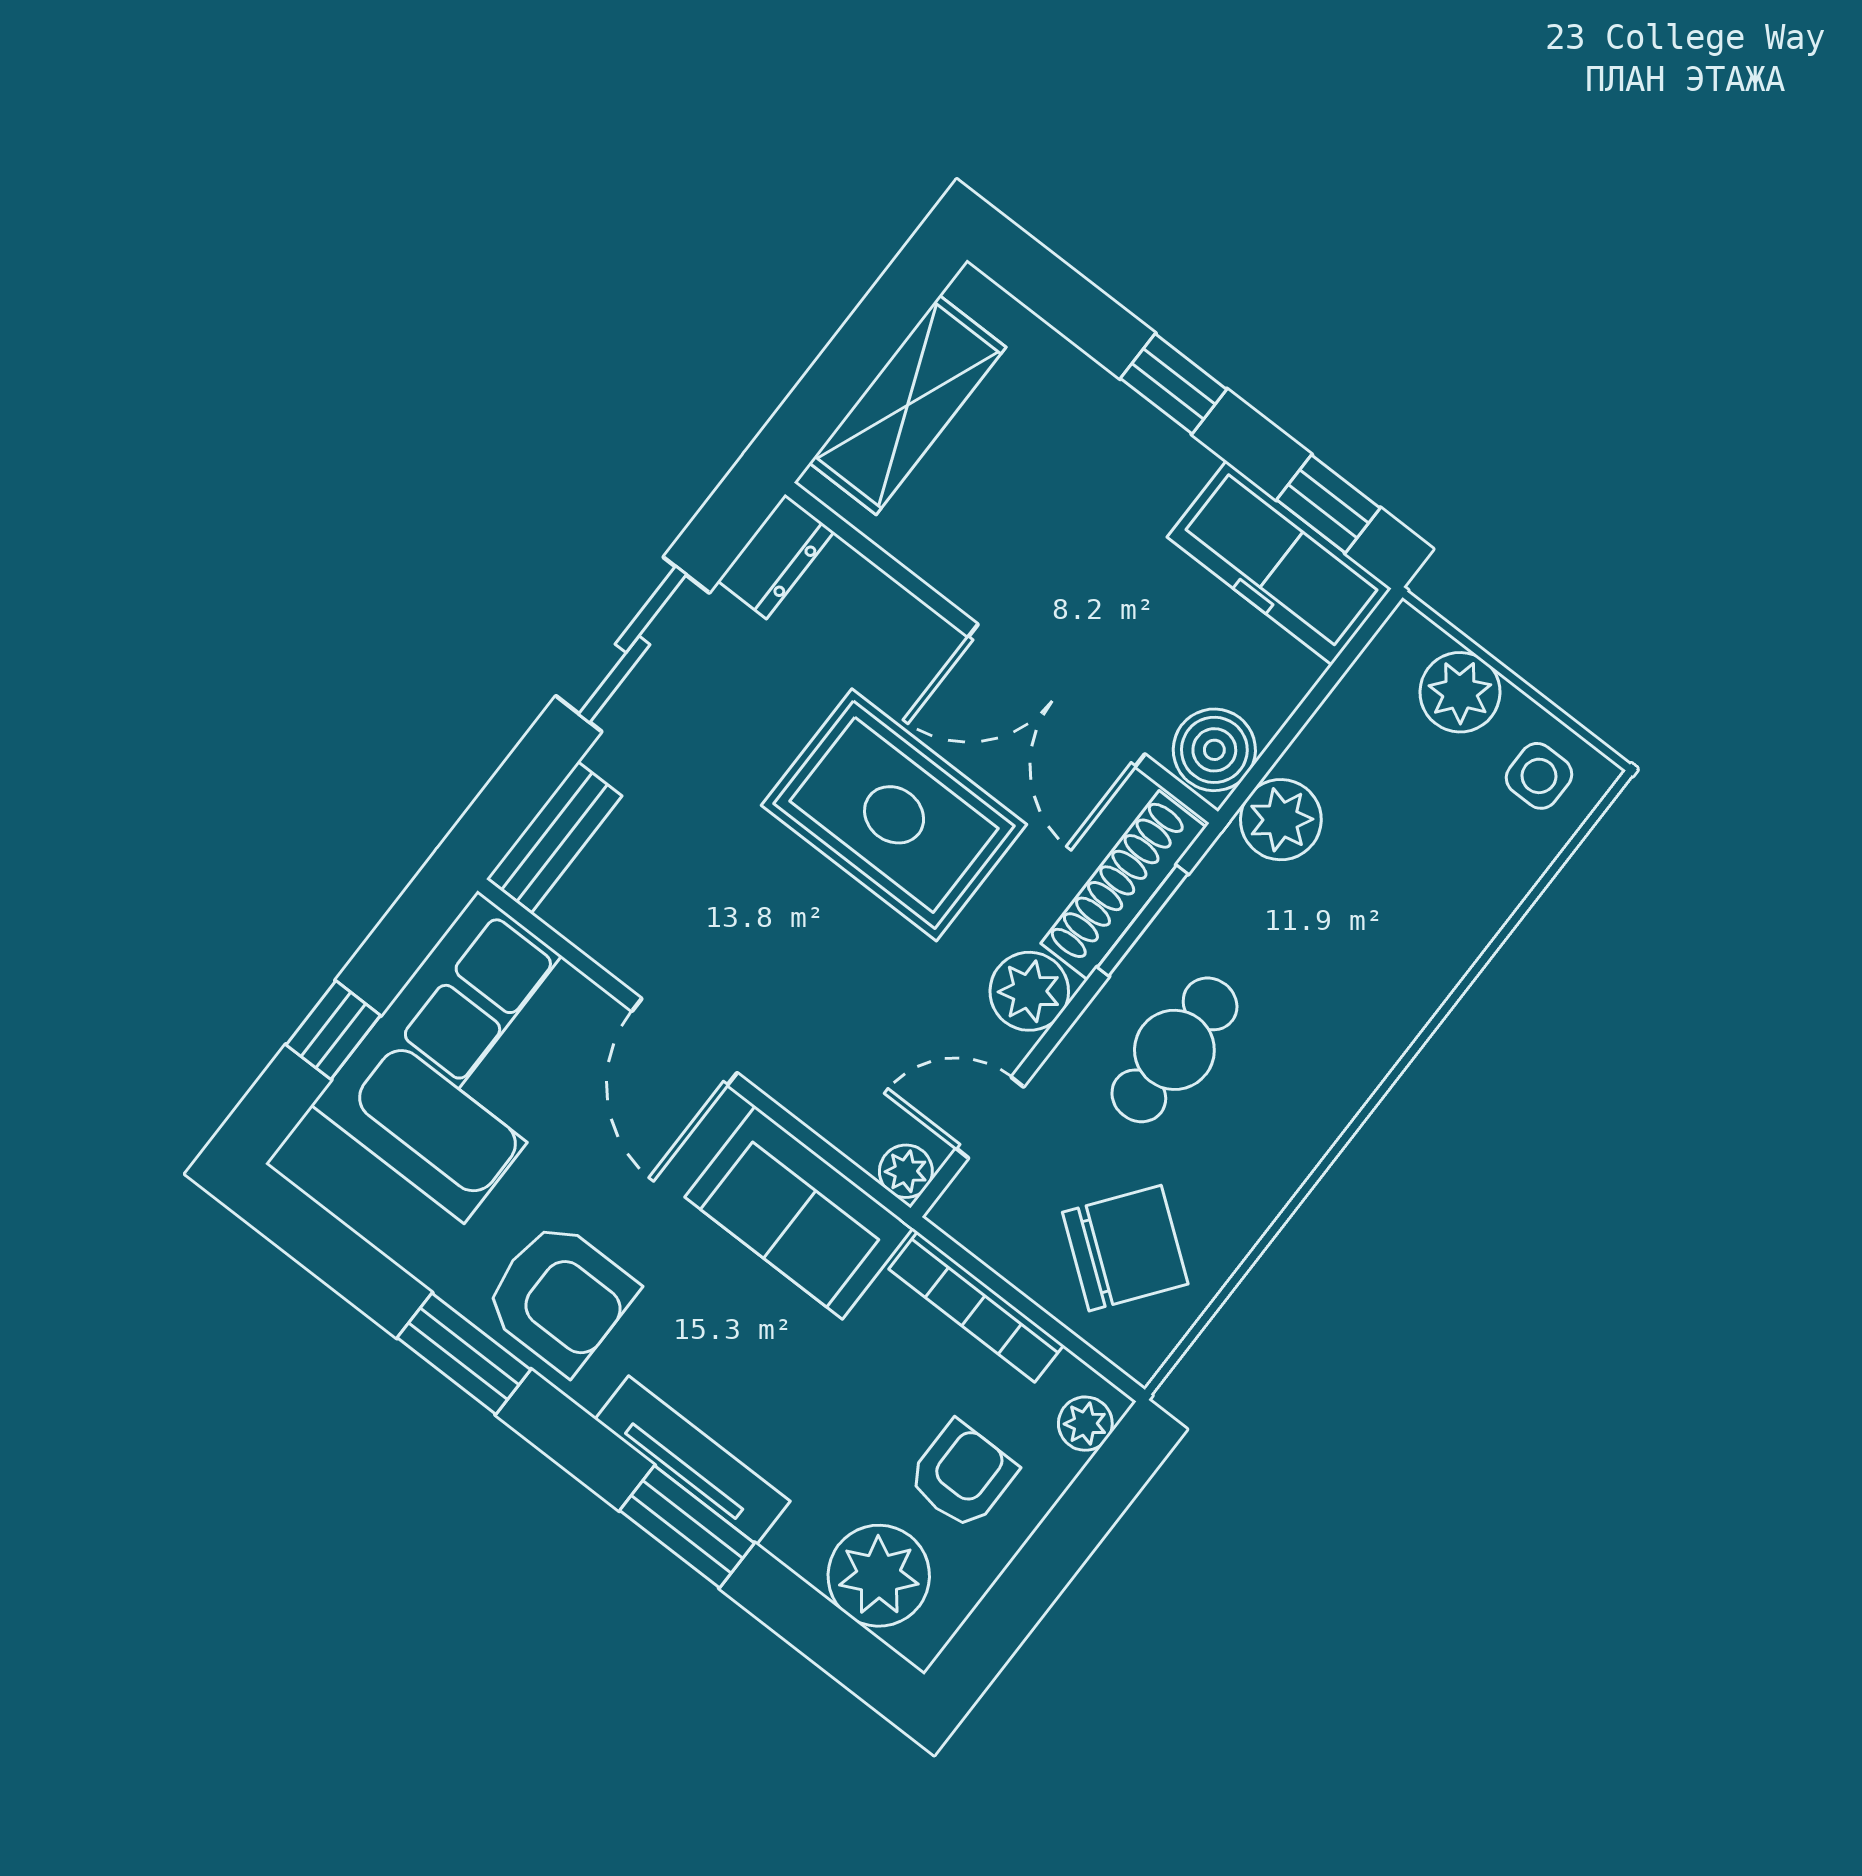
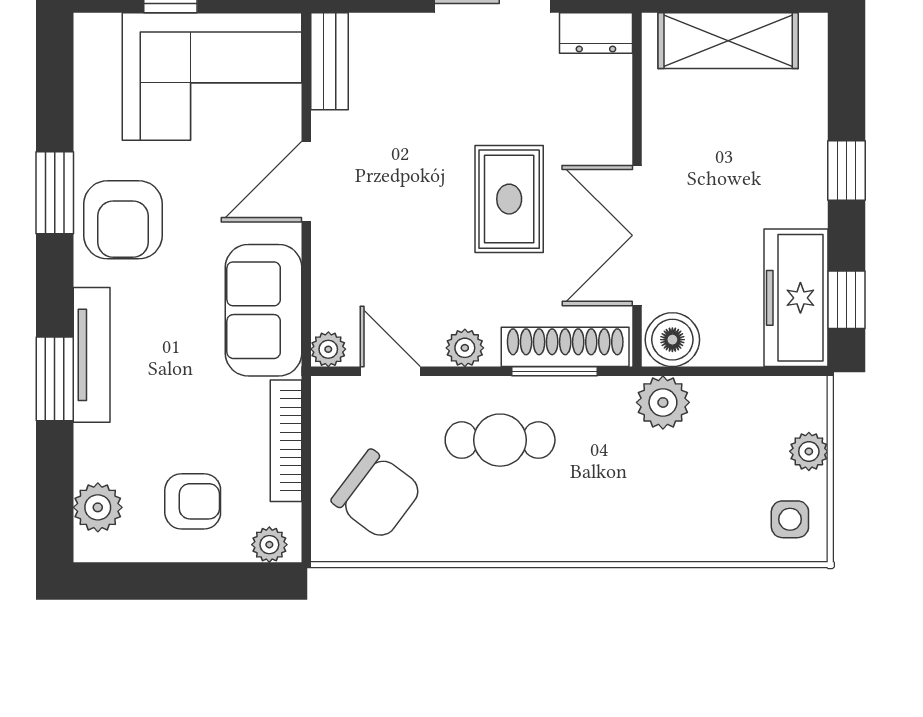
plant: (1460, 692) -> (809, 451), width x0.73, depth x0.73
rug: (894, 815) -> (509, 199), width x0.73, depth x0.70
bench: (555, 837) -> (329, 61), moved, turned 90
plant: (1029, 991) -> (465, 348), width x0.73, depth x0.73
plant: (879, 1576) -> (98, 507), width x0.73, depth x0.73

